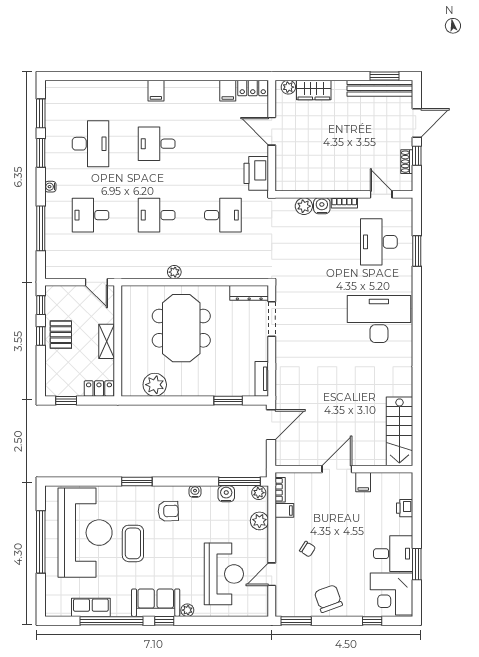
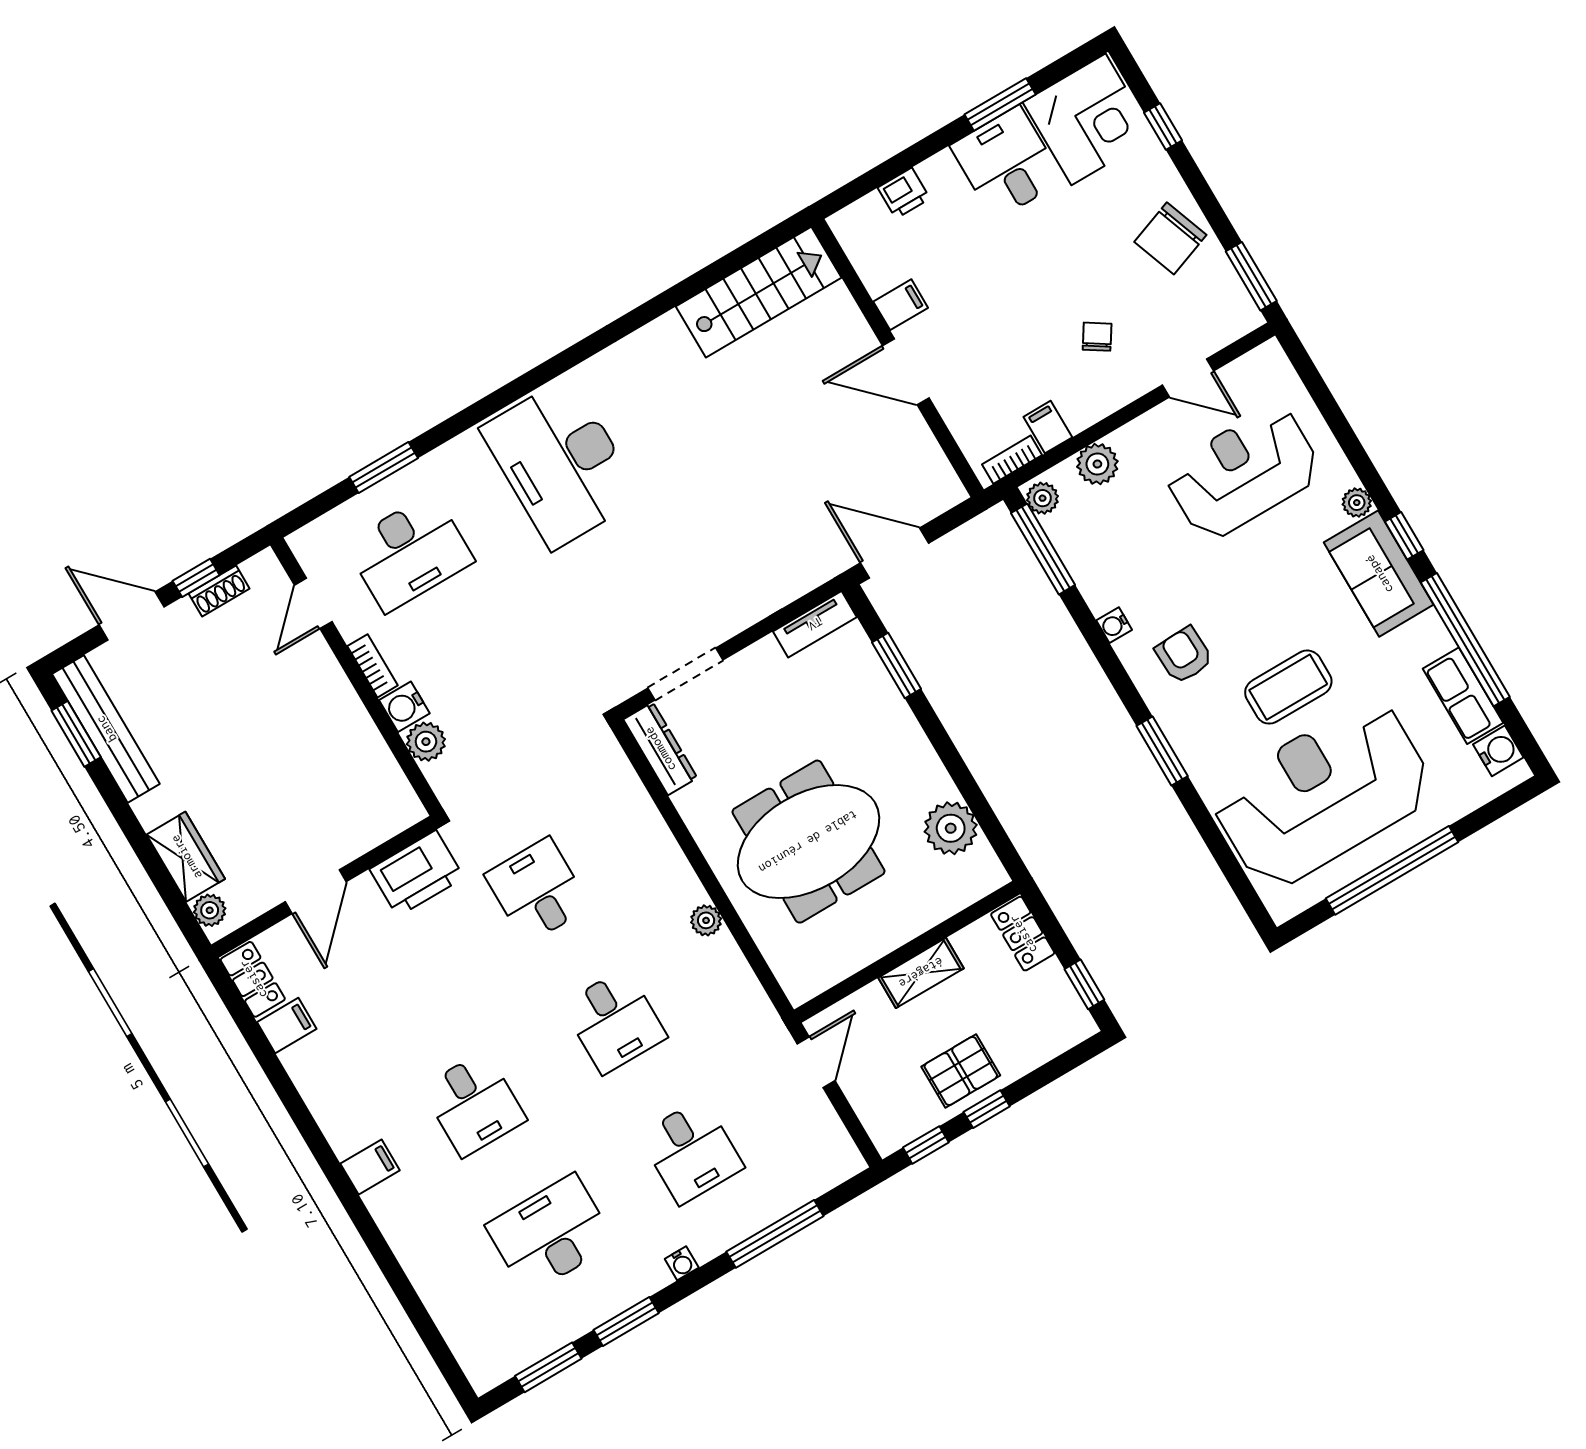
water cooler: (226, 494) -> (1498, 751), moved, turned 180

